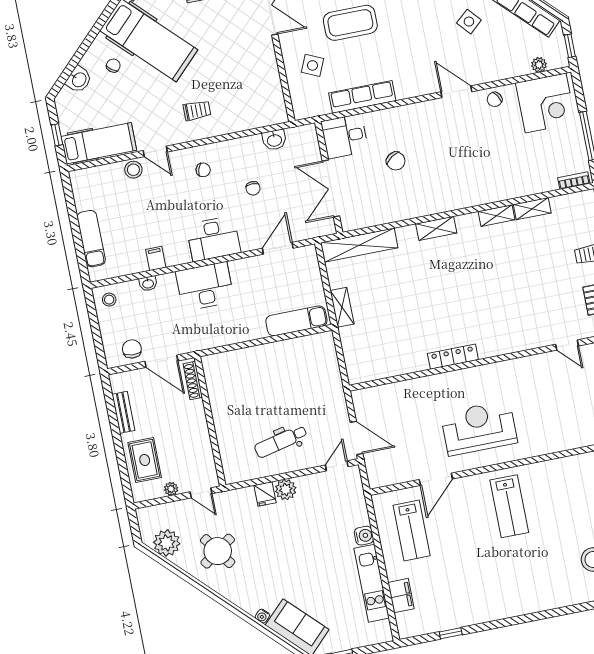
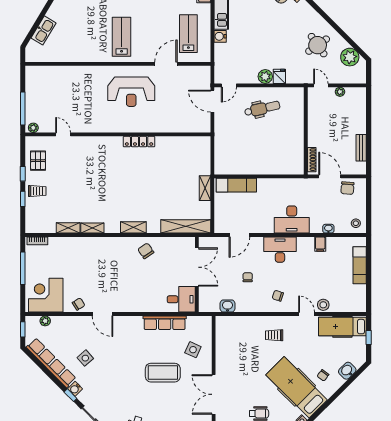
chair: (396, 161) -> (146, 251), moved
rug: (145, 460) -> (353, 114), removed

